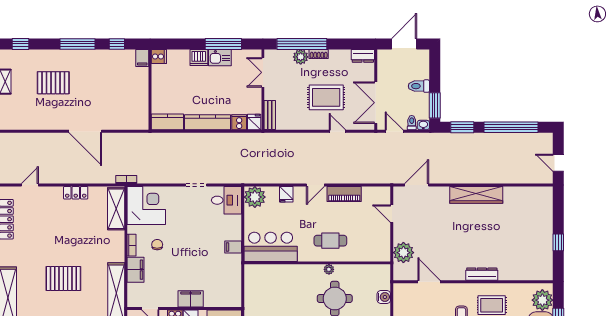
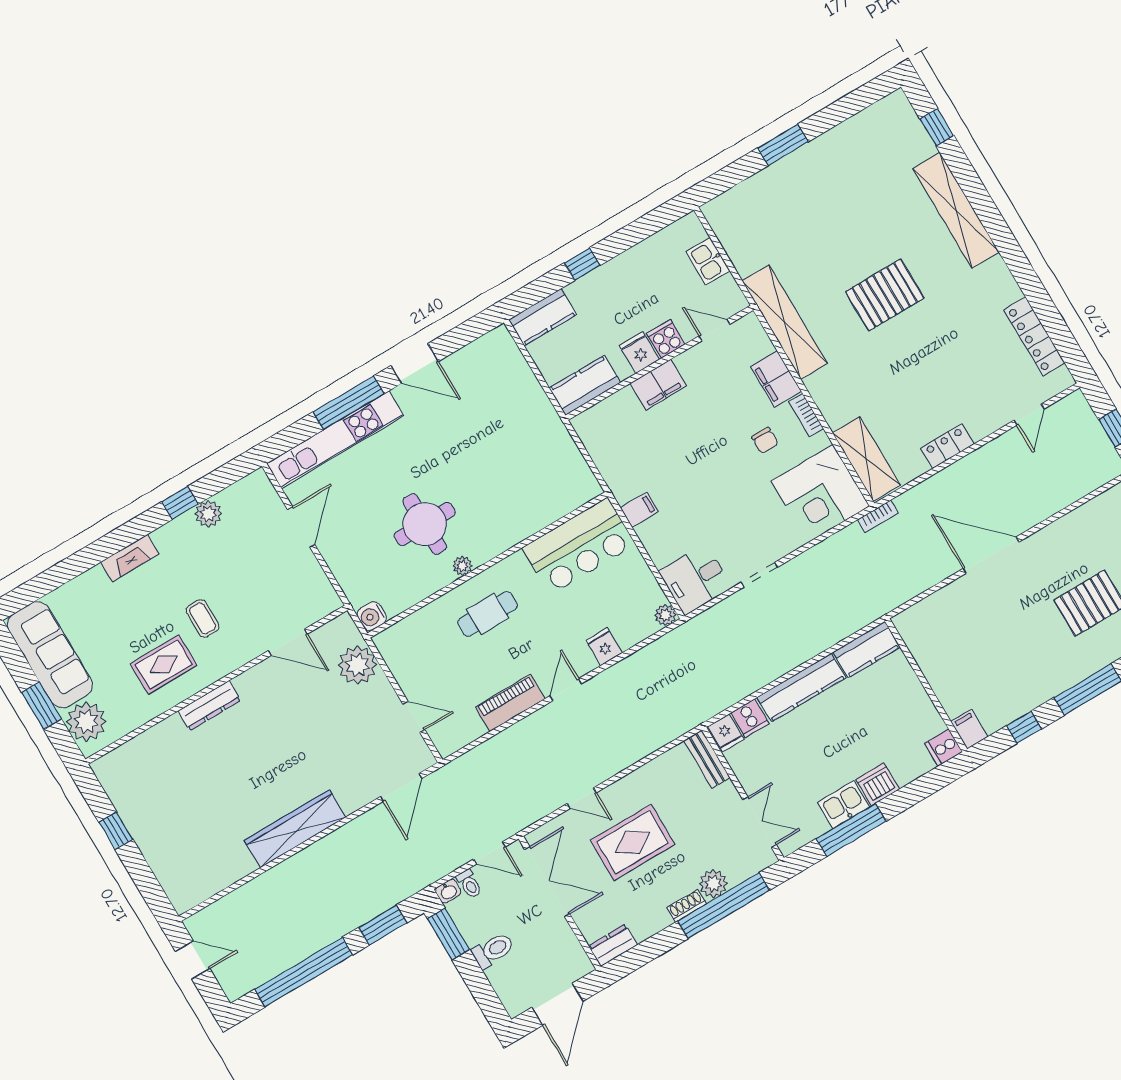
plant: (255, 197) -> (665, 615), width x0.53, depth x0.53
water cooler: (384, 297) -> (372, 616), moved

